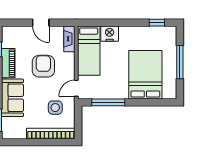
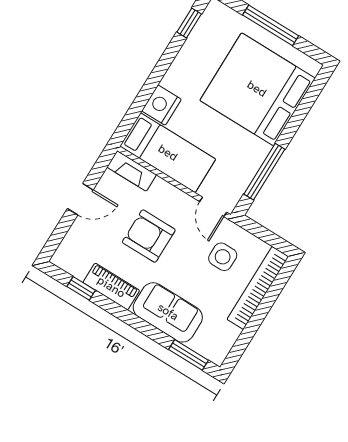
bed: (145, 75) -> (257, 89), width x1.36

